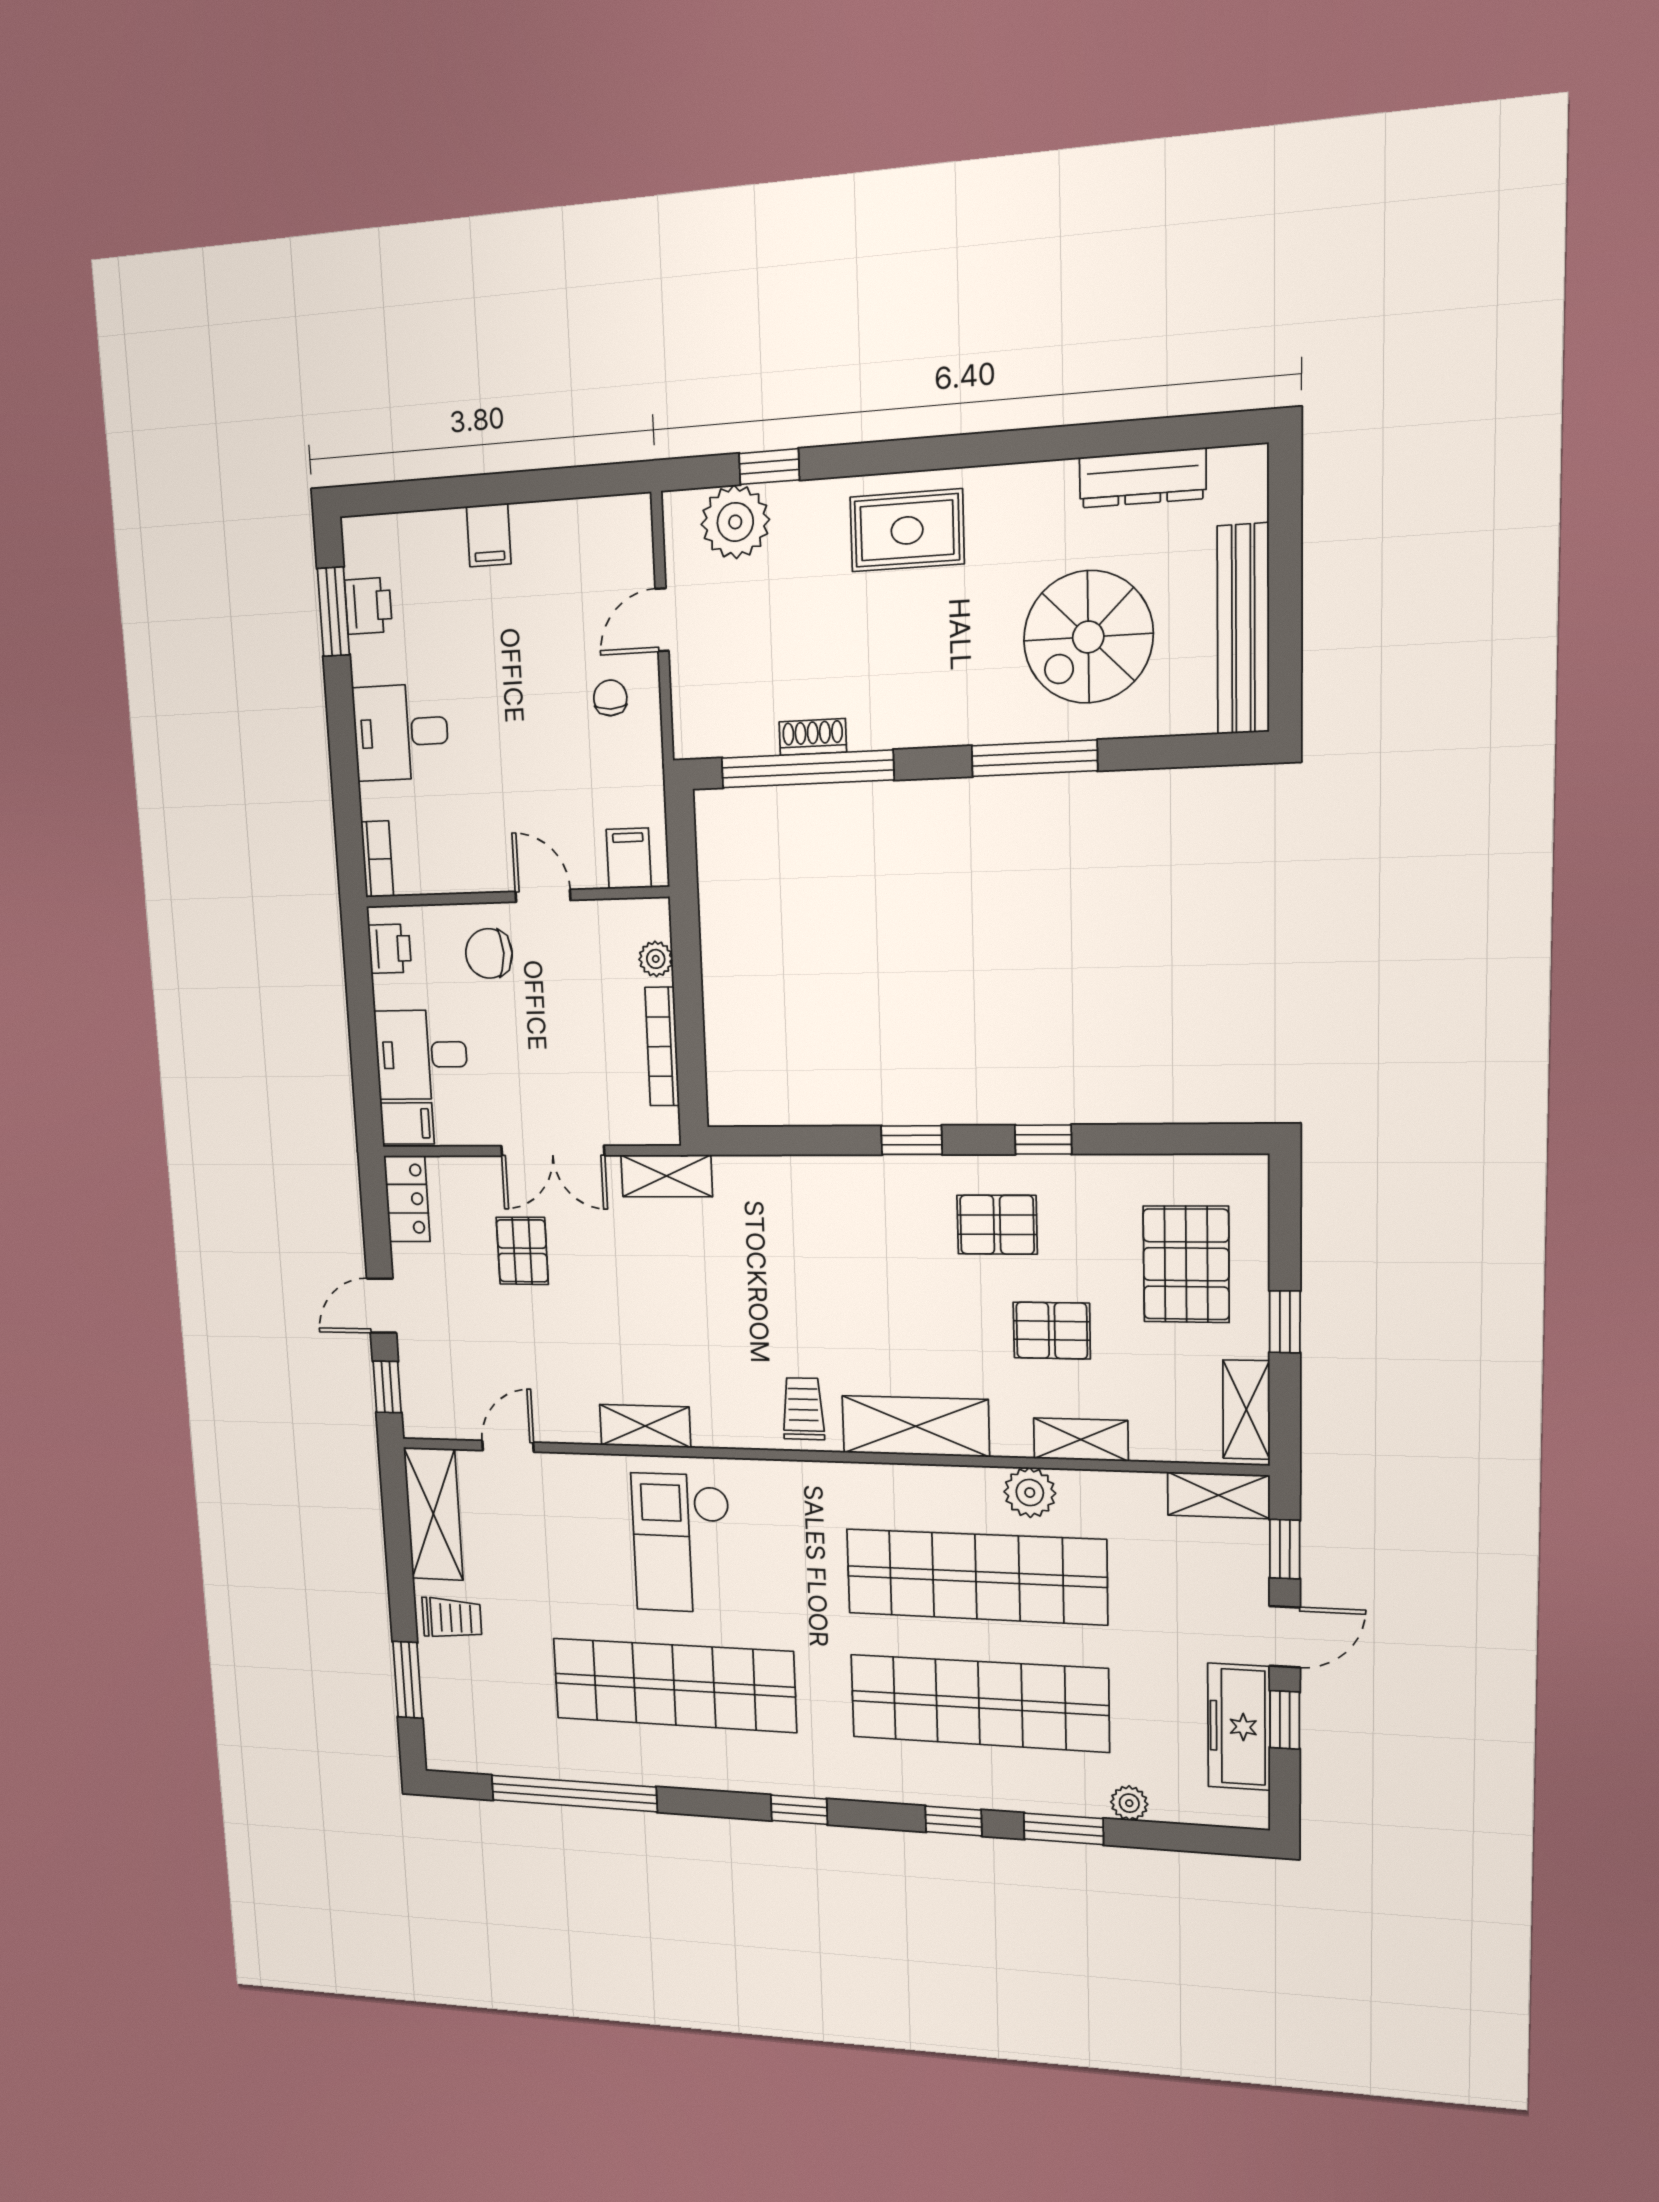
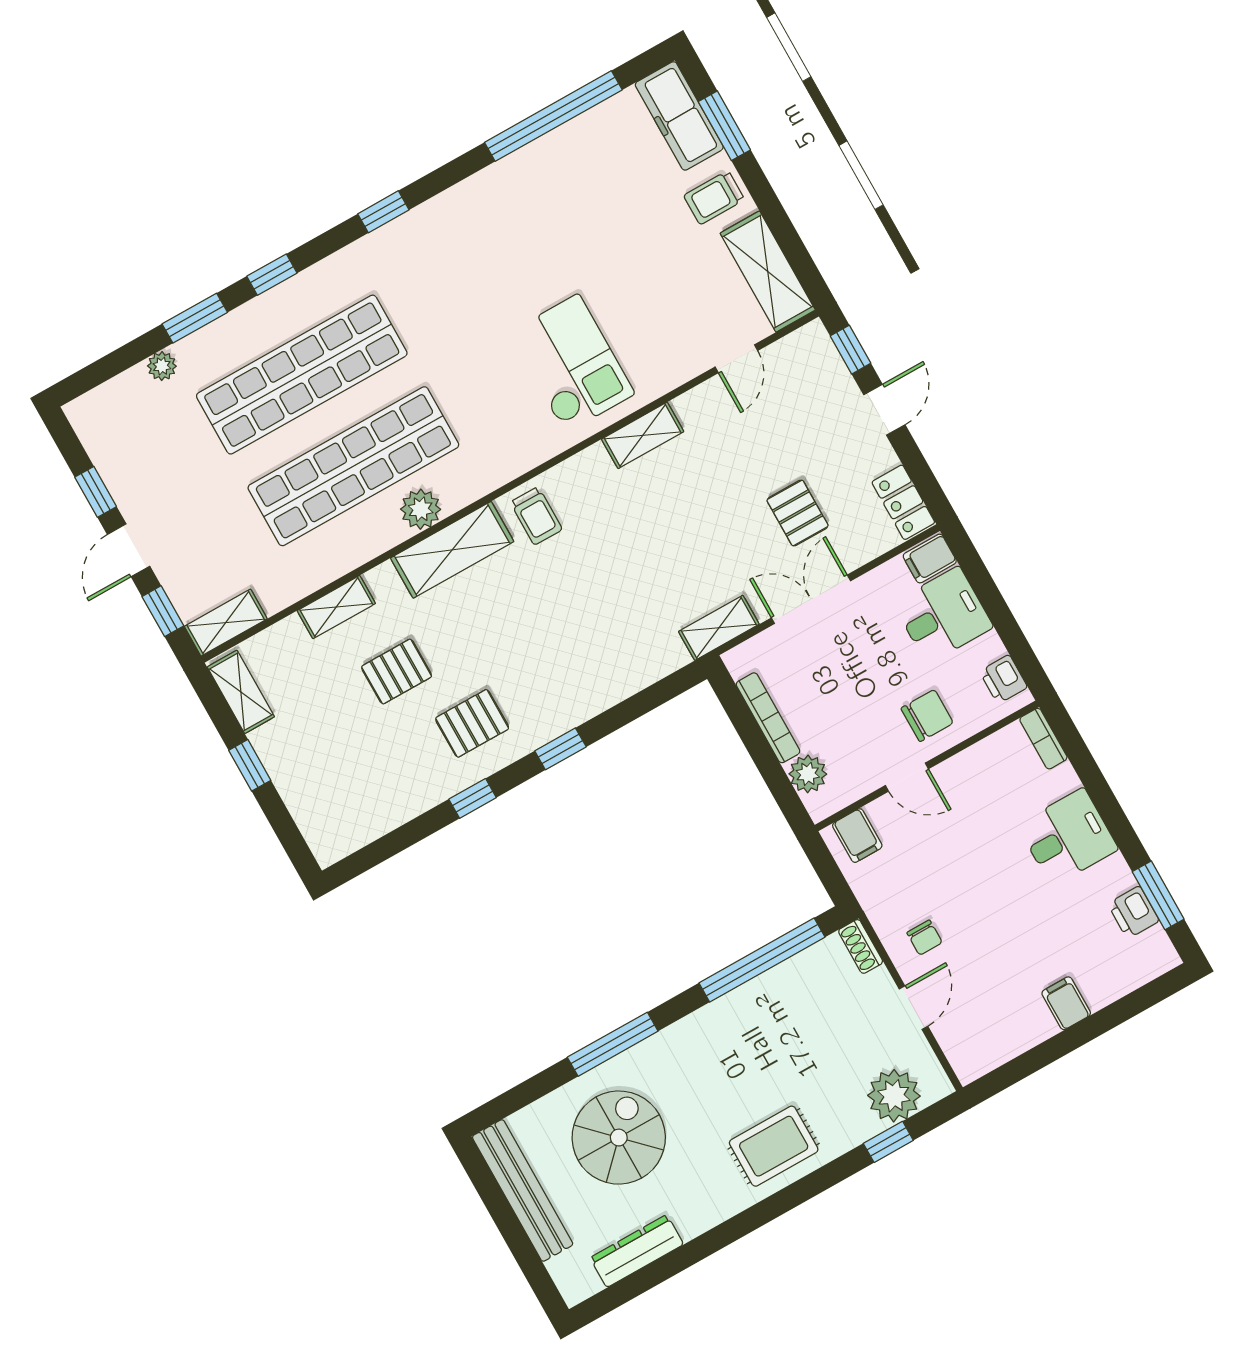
shoe rack: (813, 737) -> (861, 946), moved, turned 90
plant: (656, 959) -> (808, 774), width x1.38, depth x1.38
pallet: (1186, 1264) -> (334, 767), removed
plant: (1030, 1493) -> (421, 509), moved
shop shelf: (674, 1685) -> (522, 250), removed
freezer: (1239, 1727) -> (679, 116), moved, turned 180

